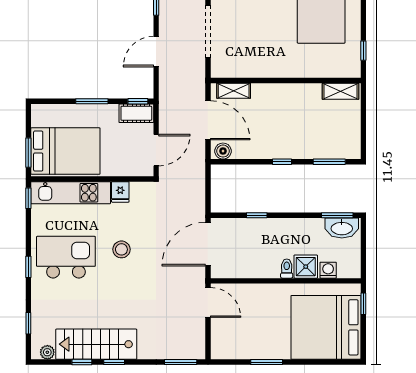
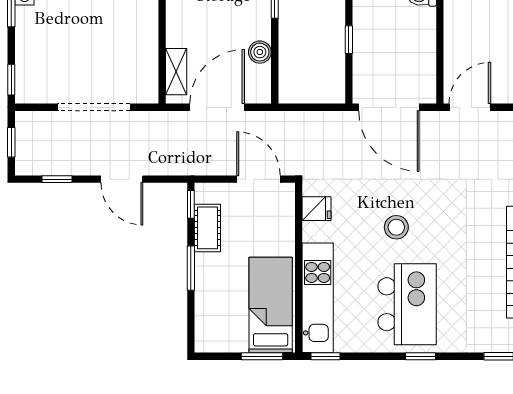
cot: (136, 113) -> (207, 228), moved
bed: (65, 151) -> (271, 305), width x0.67
boiler: (223, 151) -> (260, 52), moved
fridge: (120, 192) -> (317, 209), moved
kitchen island: (66, 257) -> (407, 304), turned 180

